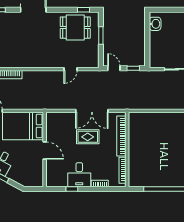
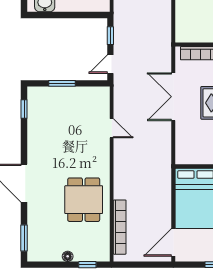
dining table: (75, 28) -> (84, 200), moved
double door: (92, 111) -> (173, 97), swing flipped

